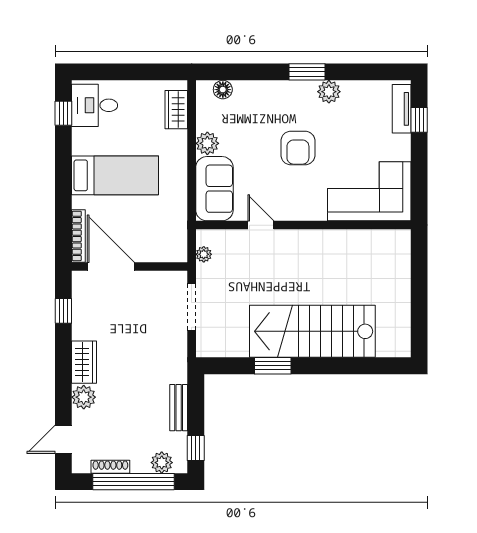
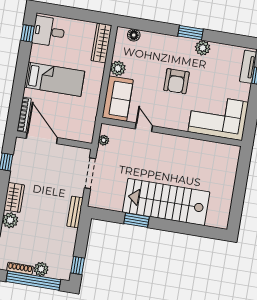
wardrobe: (176, 110) -> (101, 43), width x1.50
bench: (179, 408) -> (75, 212), moved
plant: (162, 463) -> (41, 269), moved

